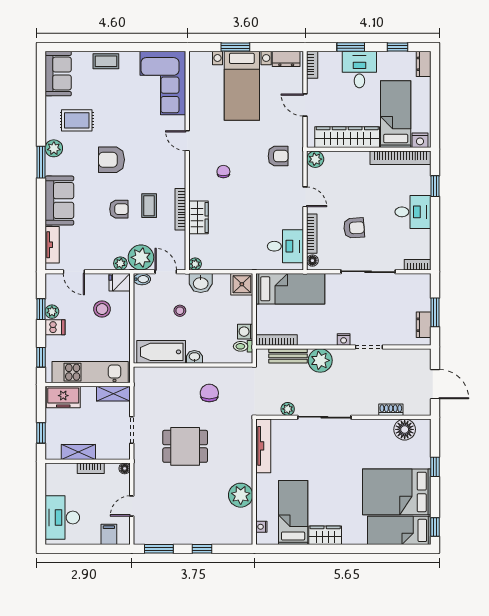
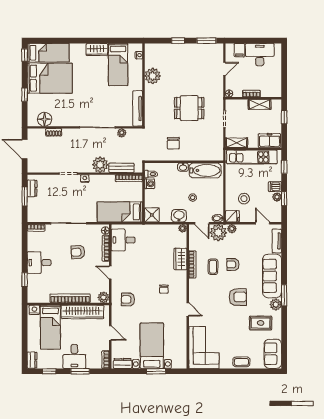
bookcase: (400, 158) -> (70, 298), moved
sofa: (59, 201) -> (272, 276), width x1.36
desk: (62, 517) -> (260, 55), moved, turned -90

